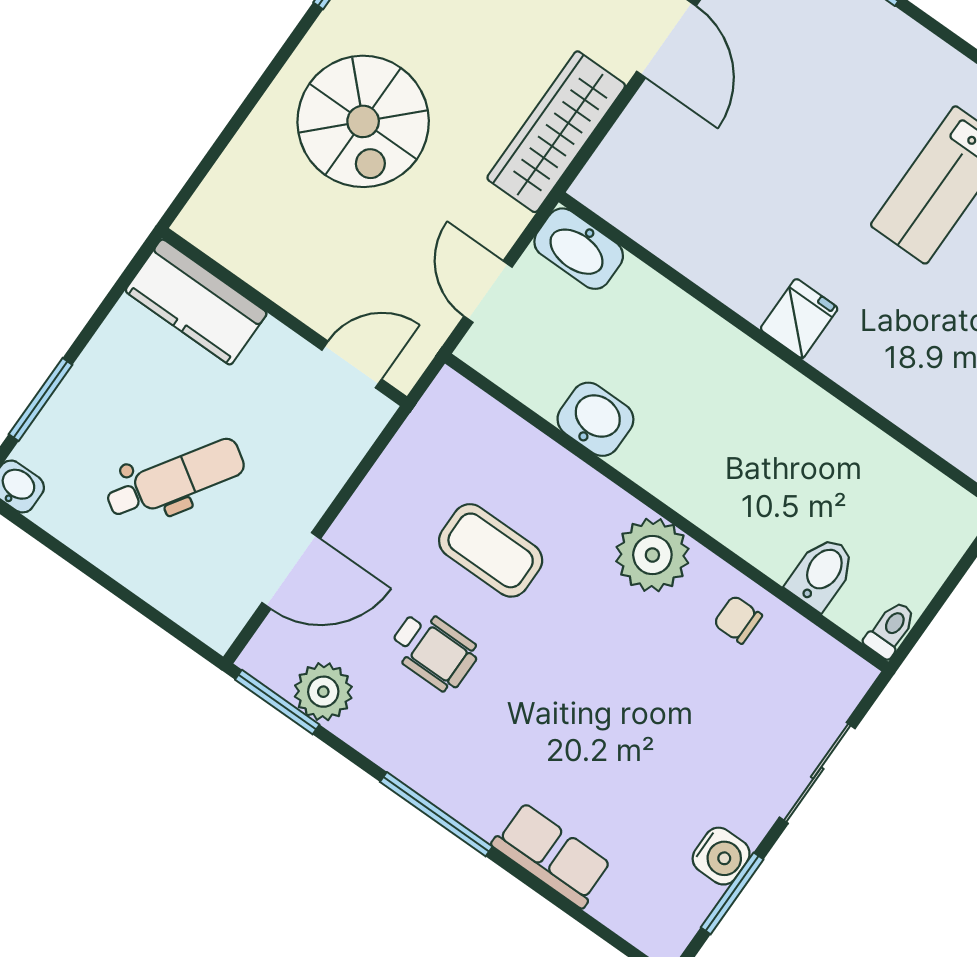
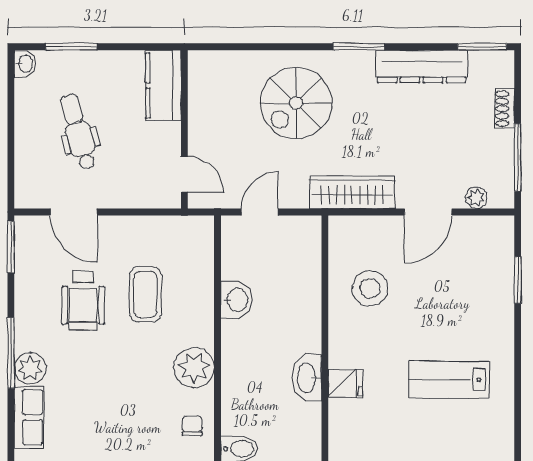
stool: (720, 207) -> (370, 288), added
washbasin: (579, 249) -> (307, 378), moved
fridge: (799, 319) -> (345, 383), moved
dental chair: (175, 479) -> (78, 132), turned -139
wheelchair: (434, 650) -> (83, 300), width x1.36, depth x1.37
plant: (323, 692) -> (30, 368), moved

